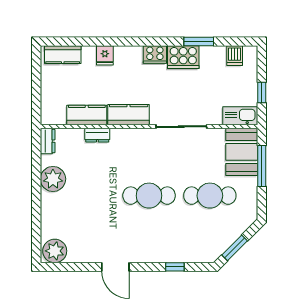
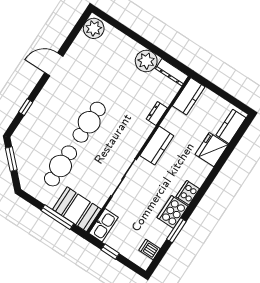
fridge: (105, 55) -> (212, 150), width x1.88, depth x1.34
kitchen counter: (87, 115) -> (189, 96), moved
dresser: (48, 141) -> (172, 72), width x1.44

